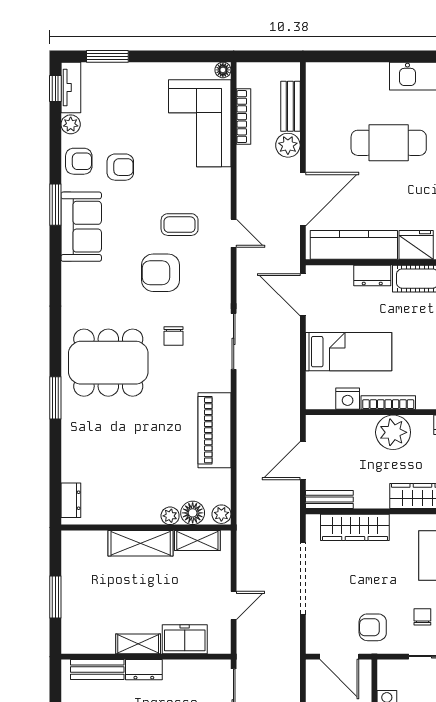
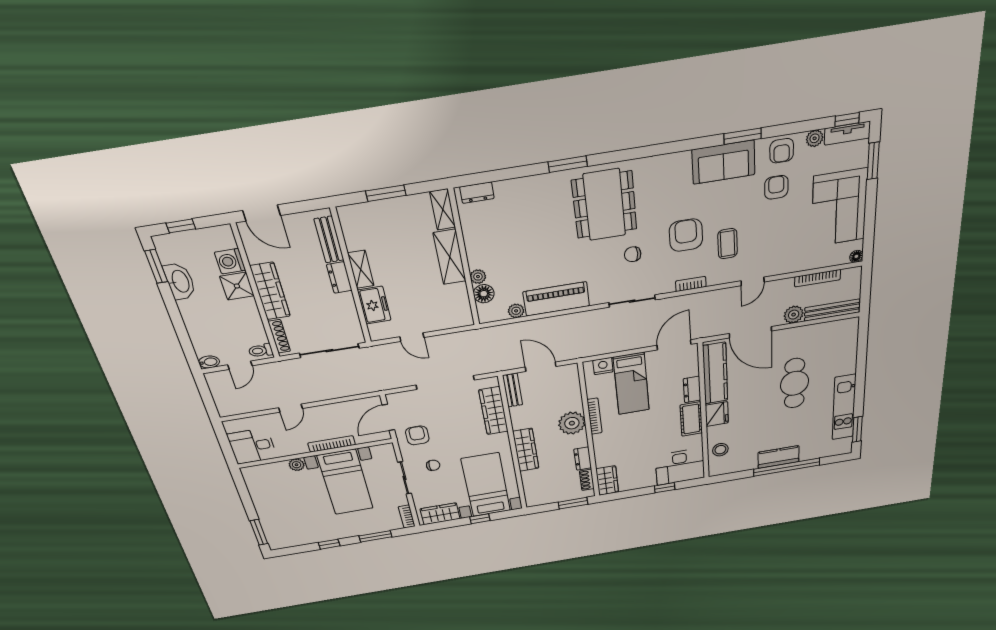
bench: (290, 106) -> (832, 310), width x1.36
corner sofa: (200, 123) -> (839, 208), moved, turned -90
armchair: (120, 167) -> (776, 187), turned 180
door: (234, 233) -> (753, 281), moved
bookcase: (224, 270) -> (691, 284), added
nightstand: (348, 399) -> (603, 366), moved, turned 90
plant: (221, 514) -> (516, 311), moved
shelving: (197, 540) -> (443, 209), moved

